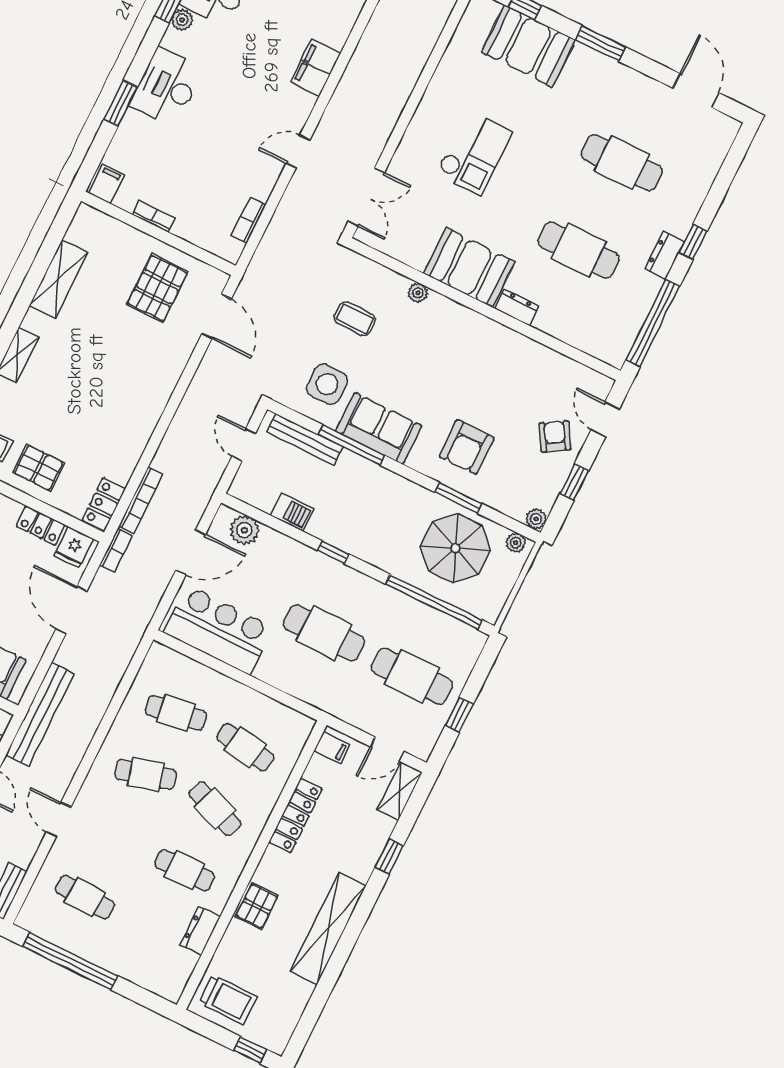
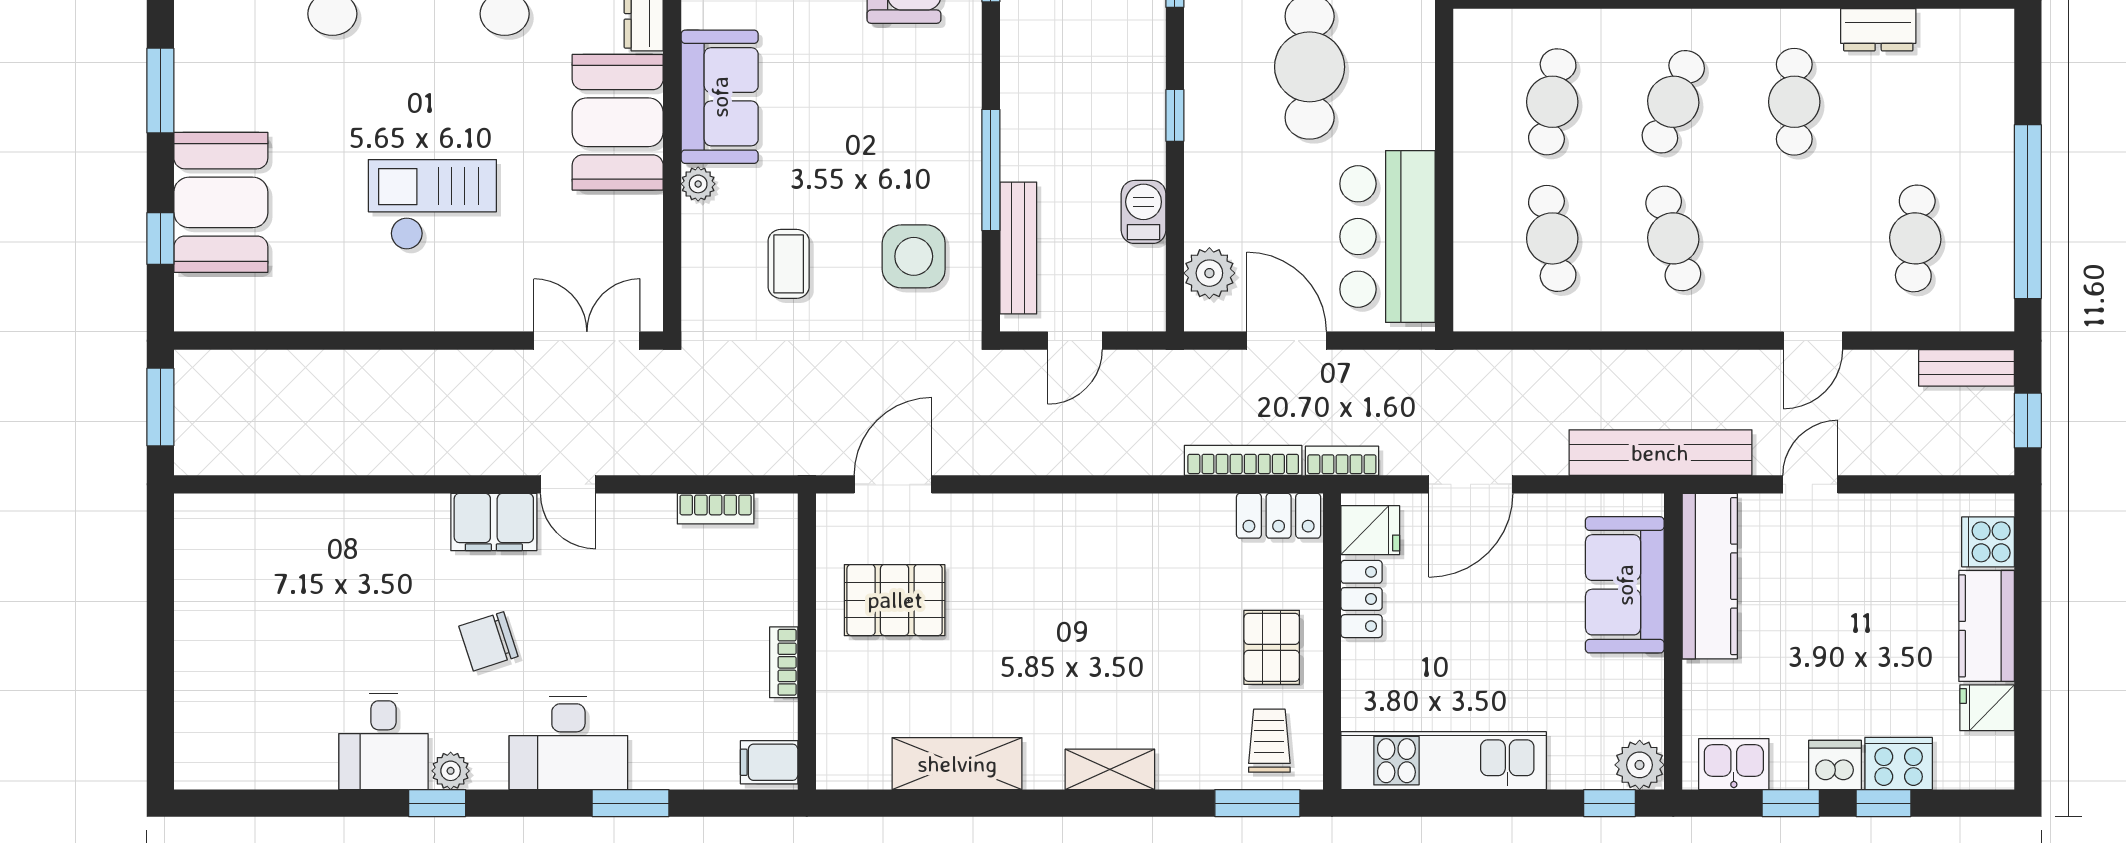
filing cabinet: (316, 68) -> (494, 522), moved
chair: (238, 72) -> (488, 641), added
sofa: (379, 428) -> (720, 97), moved, turned 180

